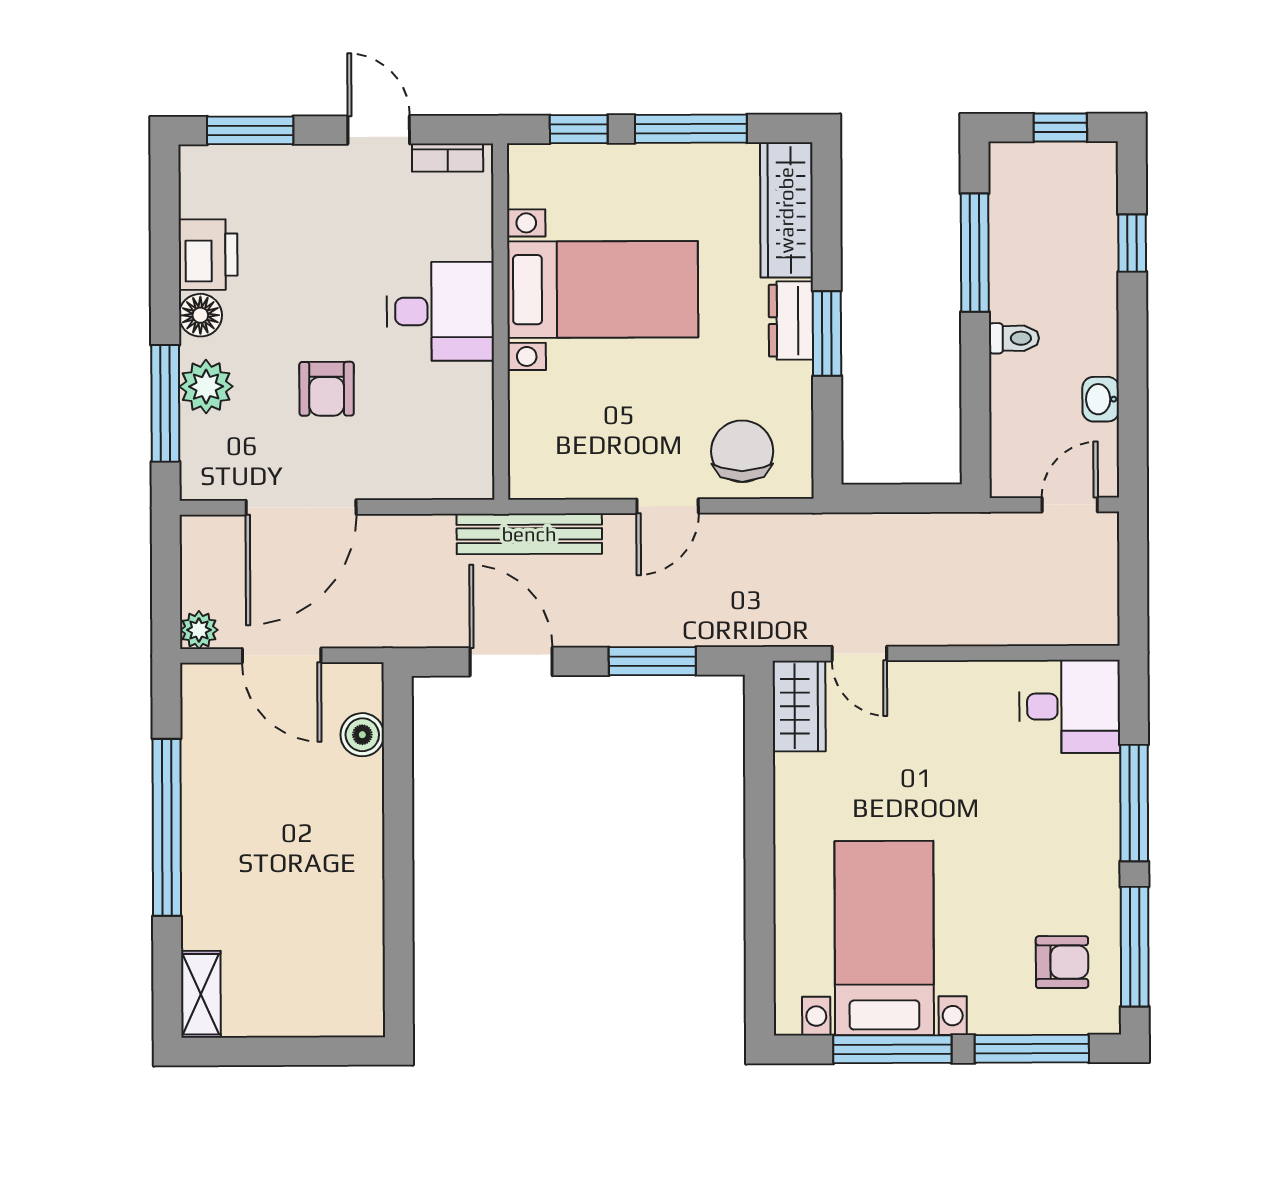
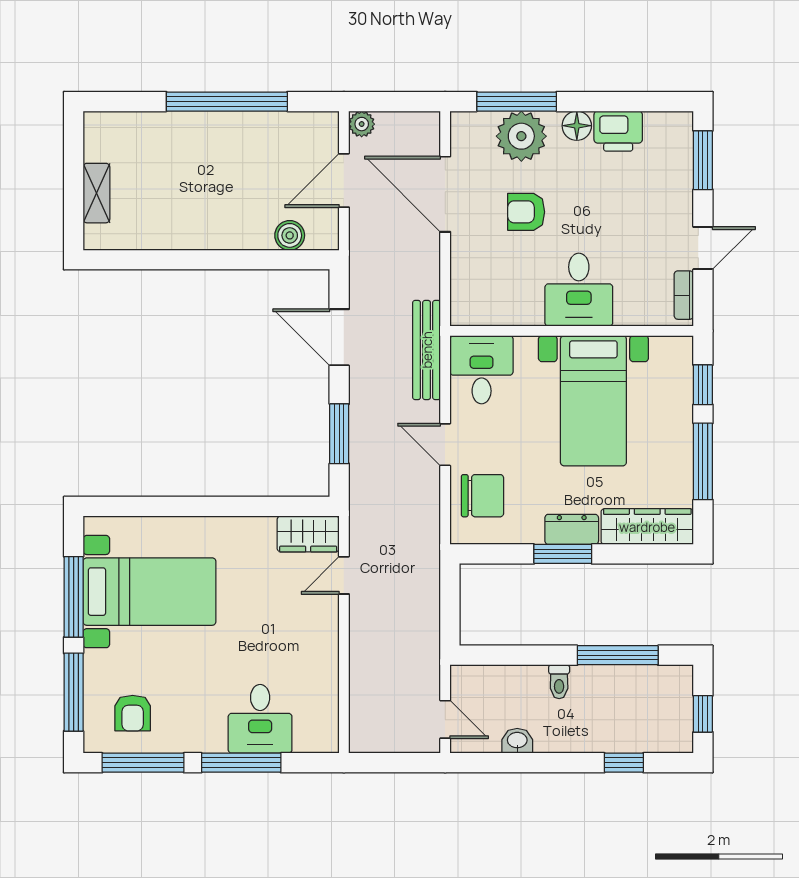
plant: (206, 387) -> (521, 136), width x1.36, depth x1.36
desk: (558, 453) -> (482, 370), added
door: (511, 662) -> (339, 337), swing flipped
desk: (1070, 706) -> (260, 719), moved
shelving: (201, 994) -> (96, 193), moved, turned 90

